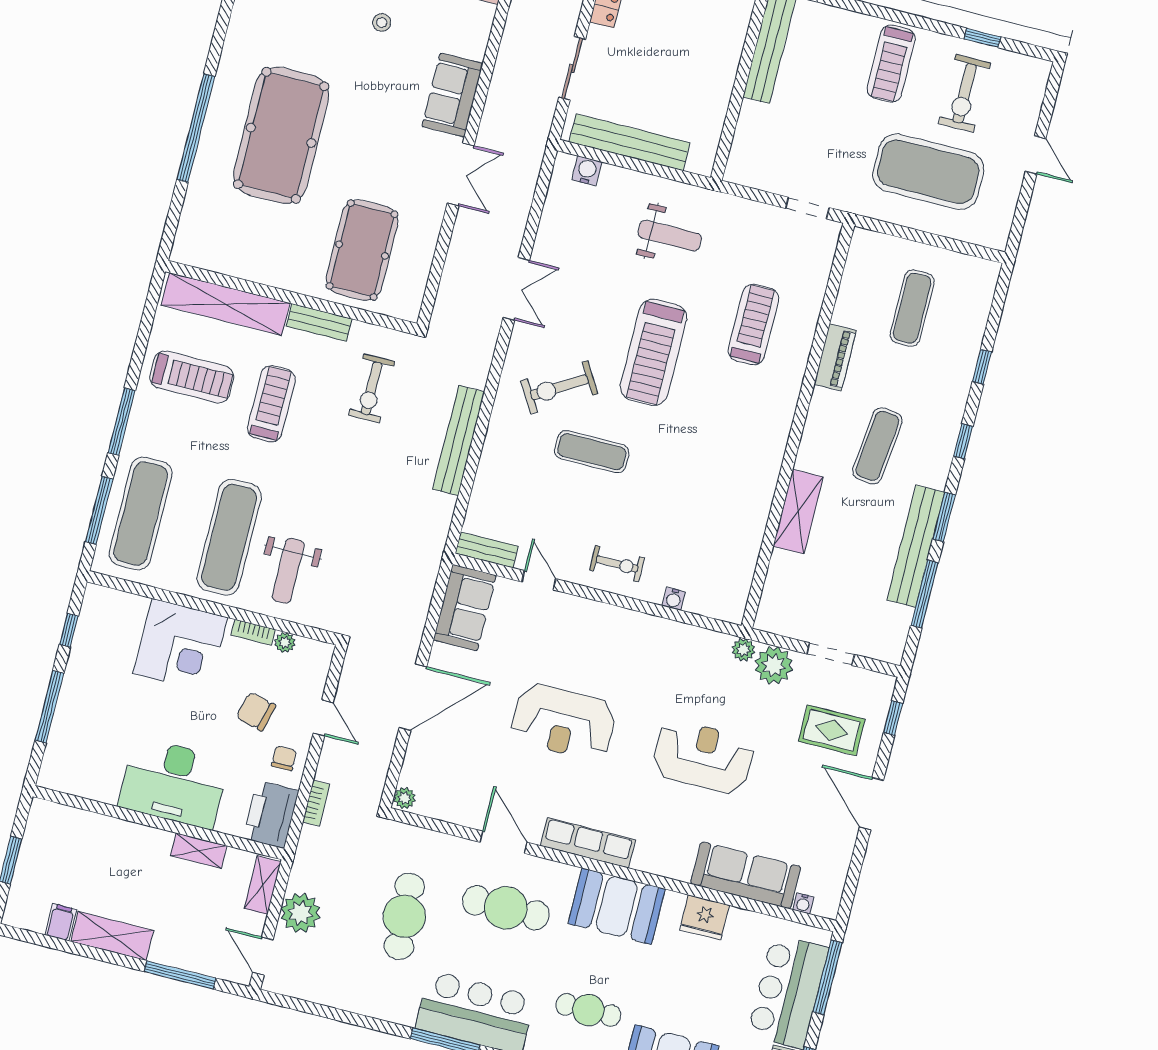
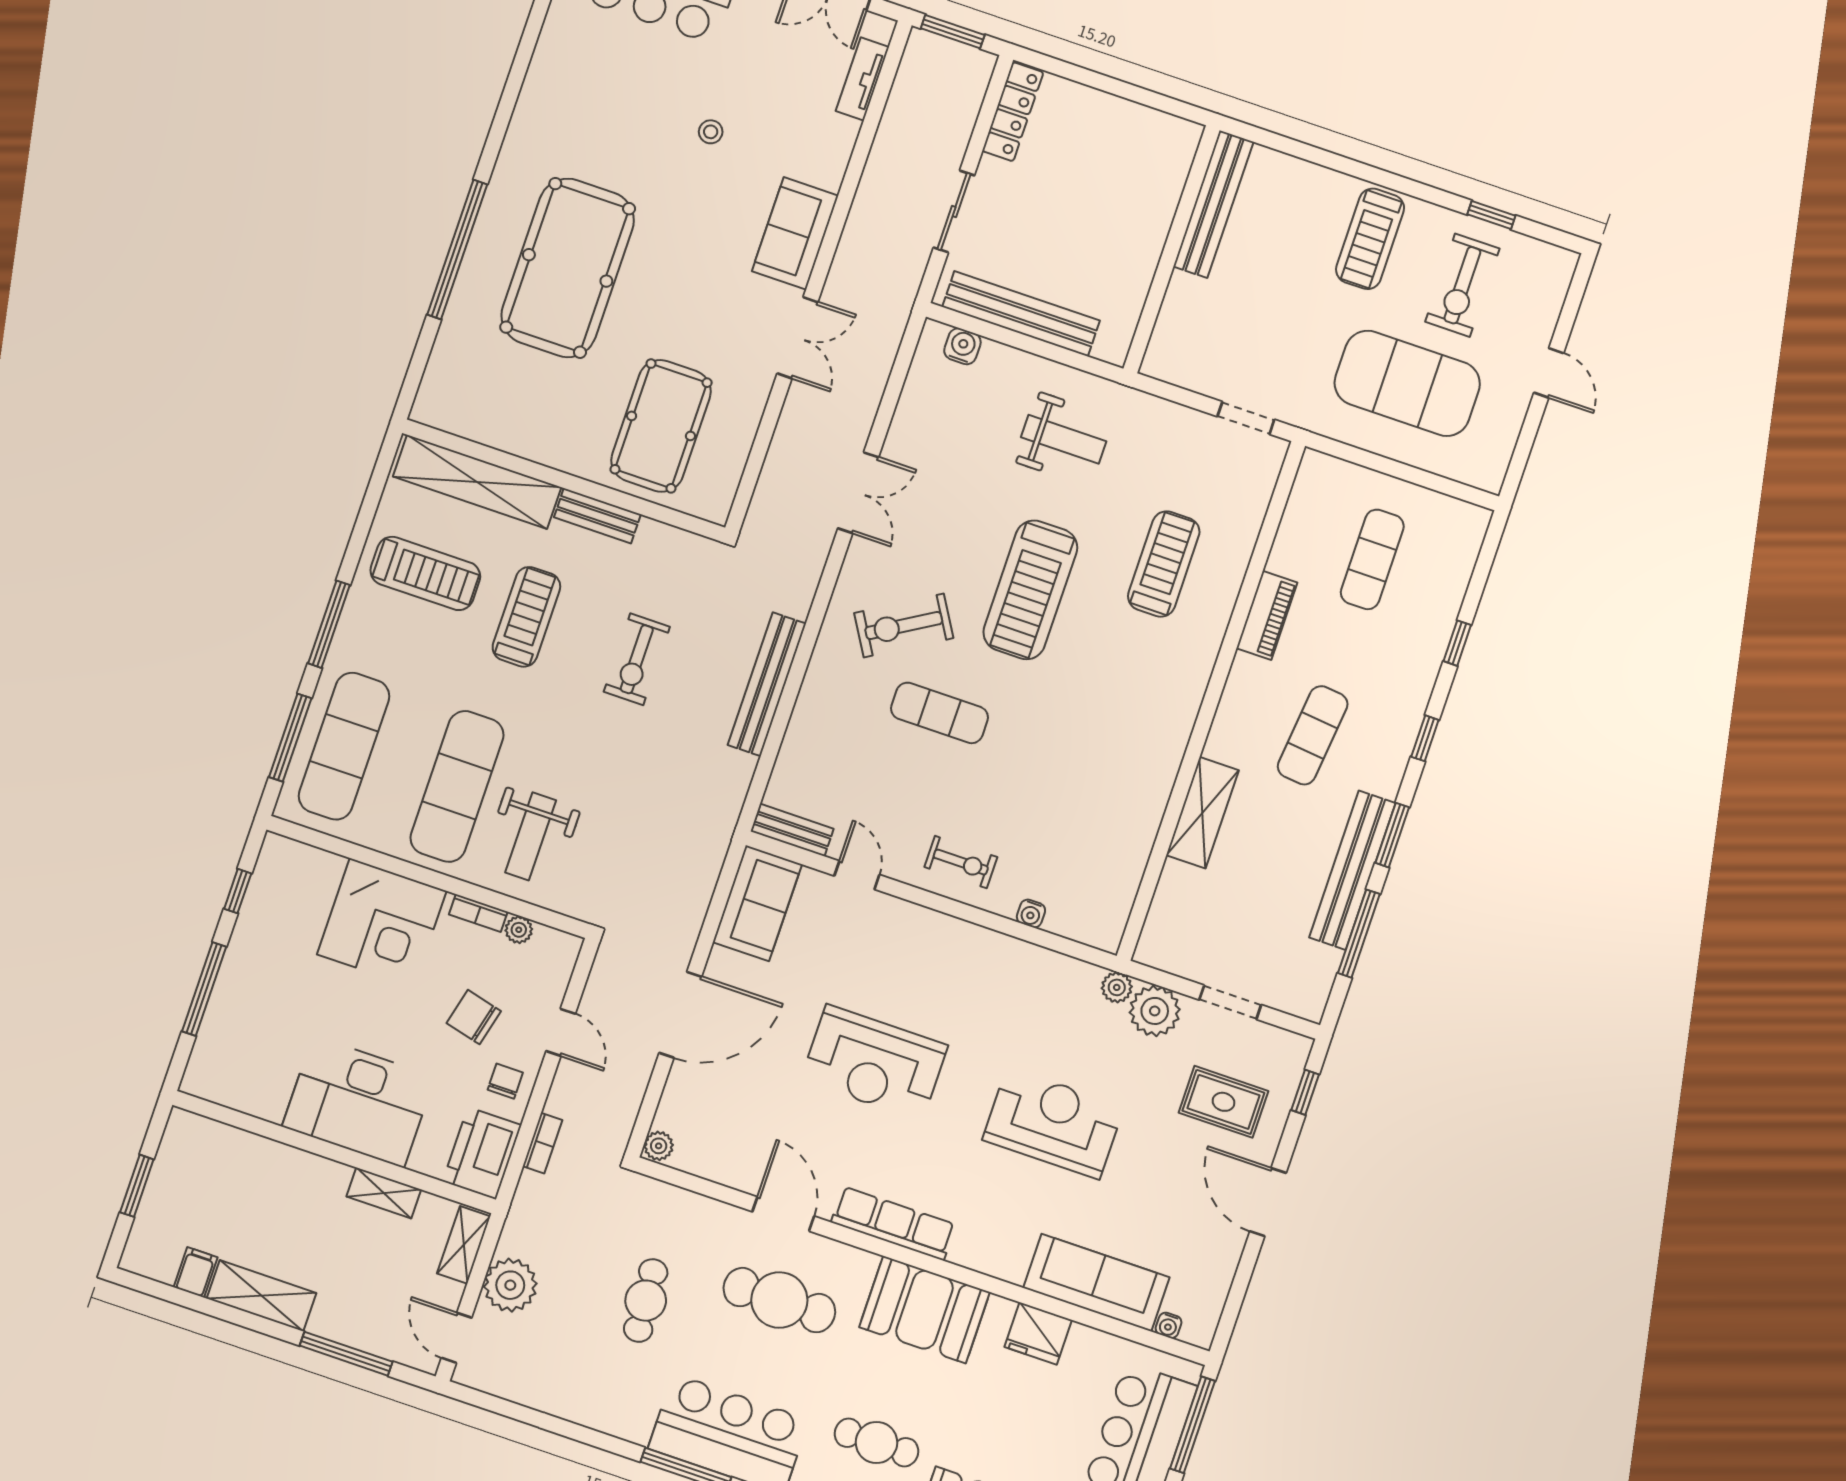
exercise bike: (372, 388) -> (637, 659), moved
cafe table: (404, 916) -> (646, 1301), width x0.73, depth x0.74

